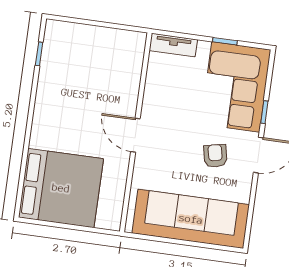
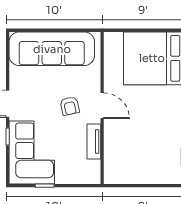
tv unit: (173, 45) -> (94, 141), moved, turned -90
armchair: (215, 156) -> (70, 106), moved

